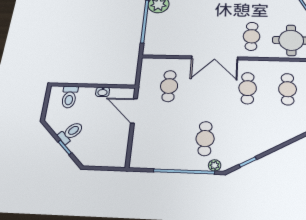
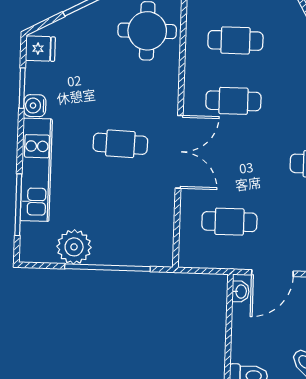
cafe table: (252, 36) -> (120, 144), moved
washbasin: (103, 92) -> (241, 292), moved

